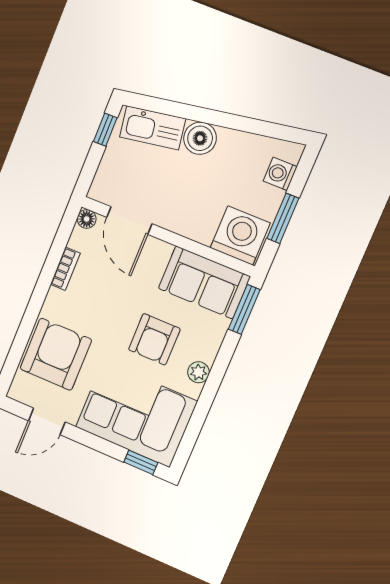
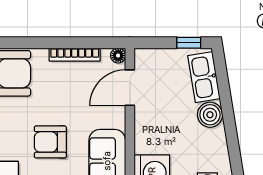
bookcase: (65, 269) -> (75, 55), width x1.56

